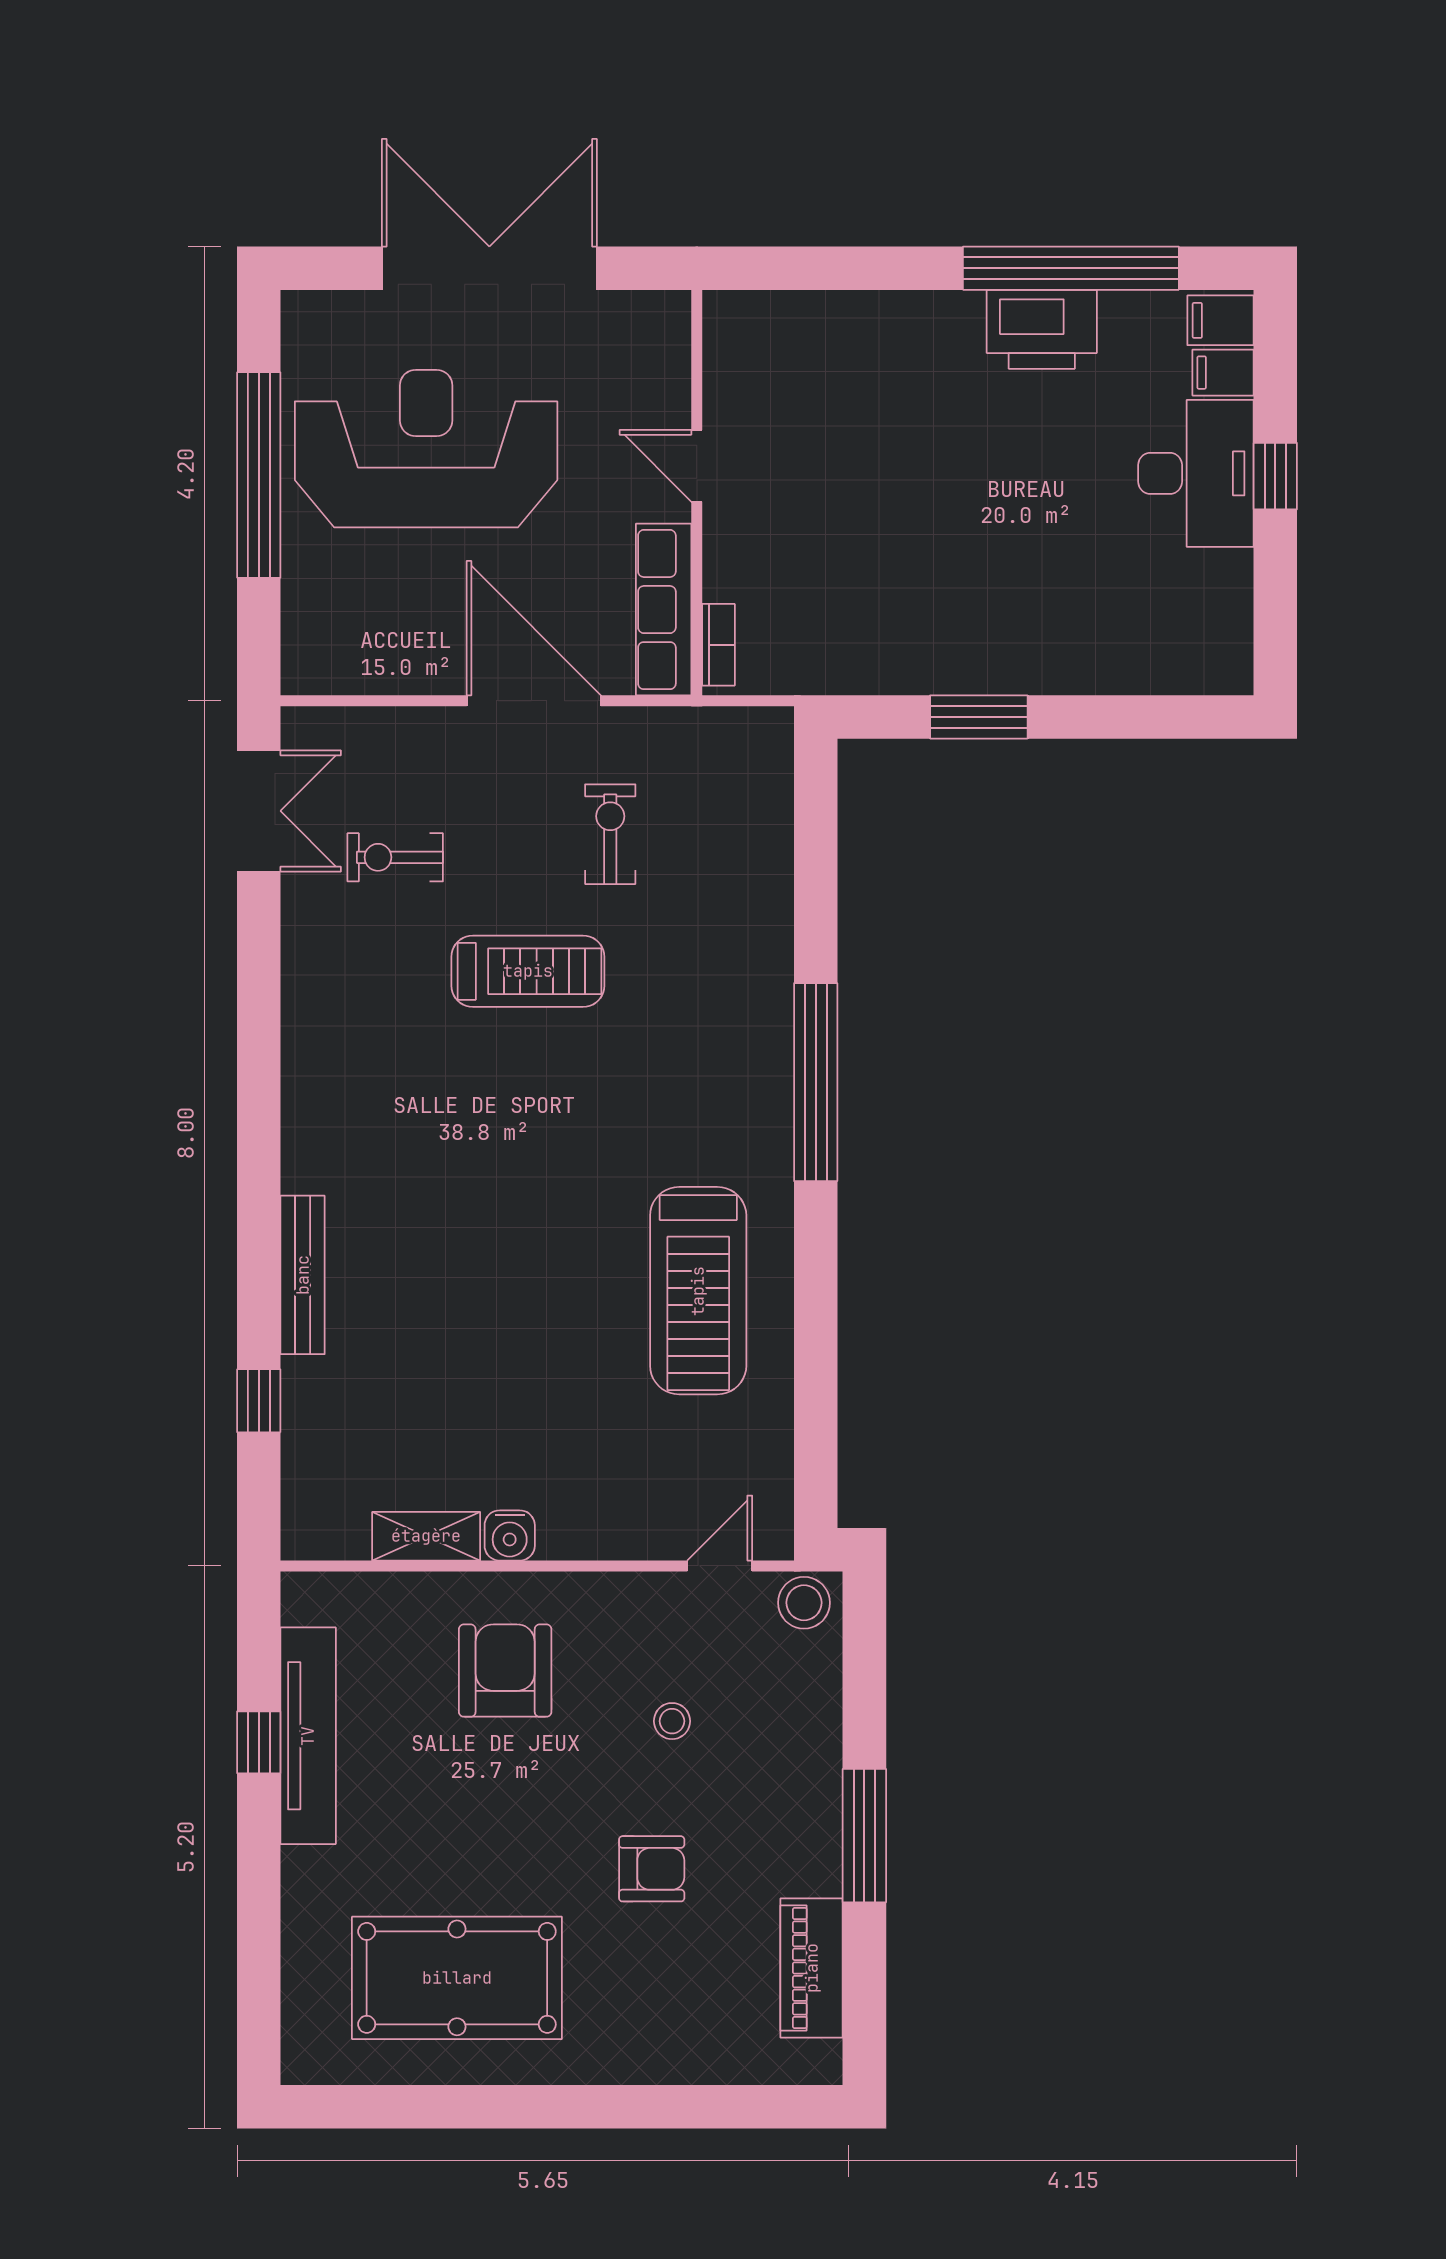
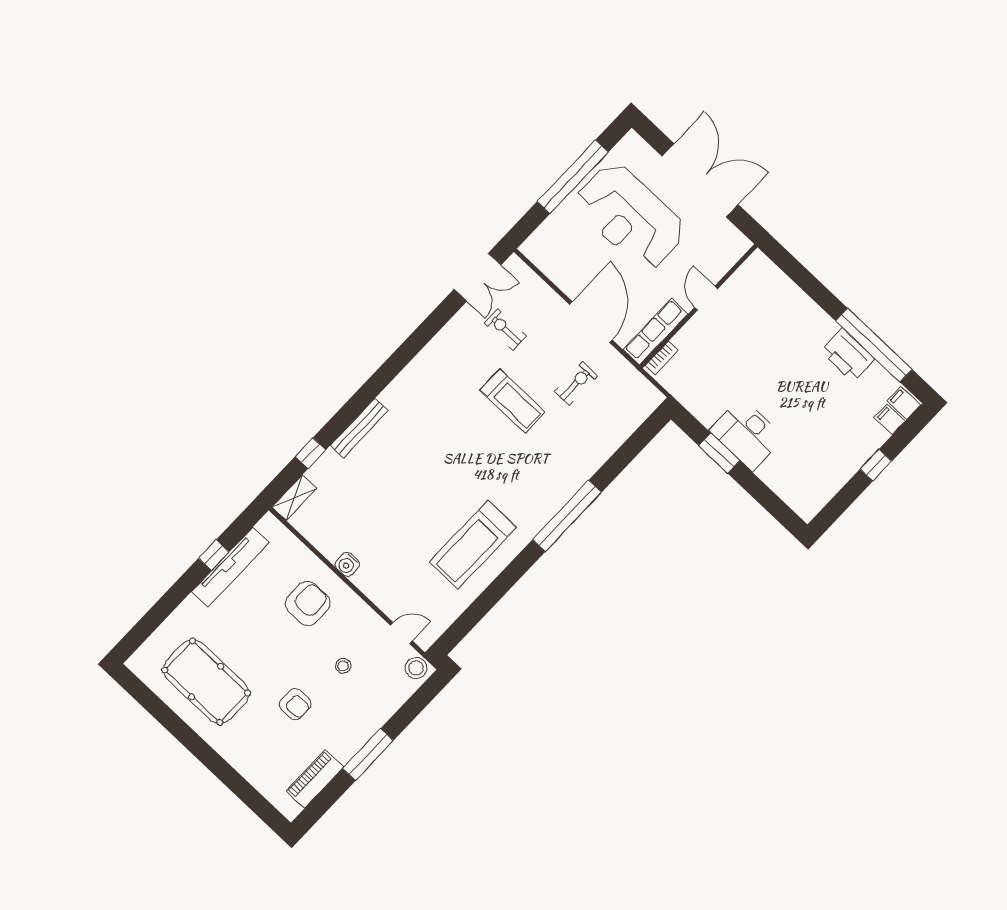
reception desk: (426, 449) -> (630, 216), turned 180
desk: (1196, 473) -> (747, 434), moved, turned 90
shelving: (426, 1536) -> (294, 498), moved, turned 90

